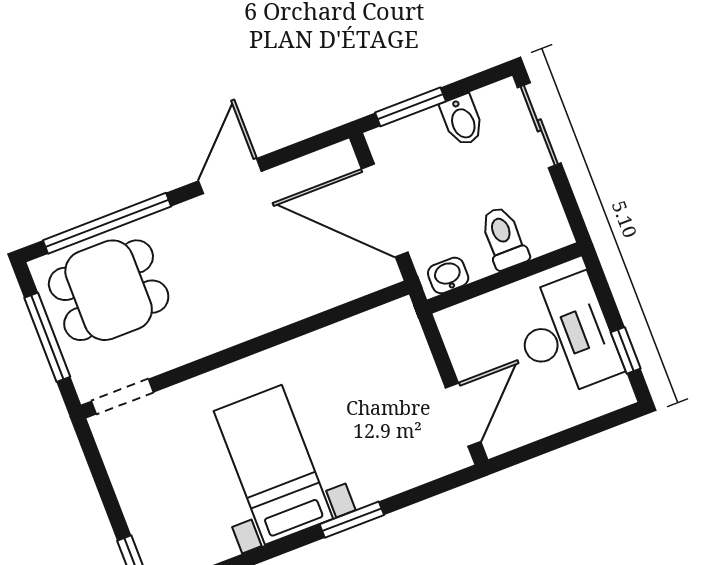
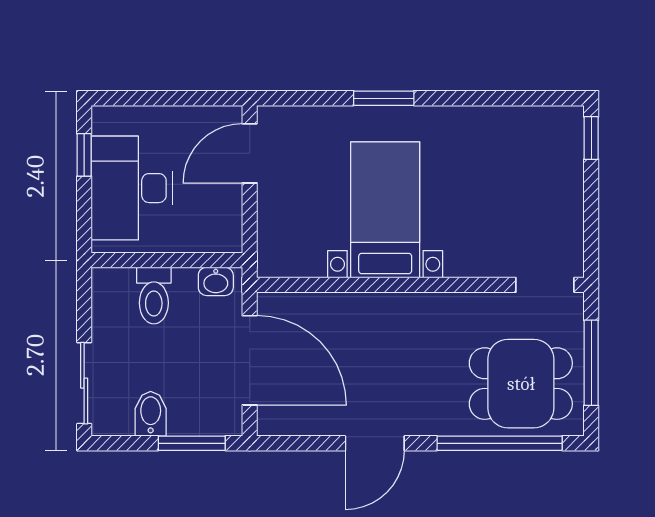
bed with nightstands: (273, 465) -> (385, 210), moved, turned 180

